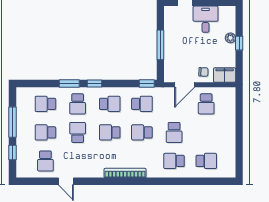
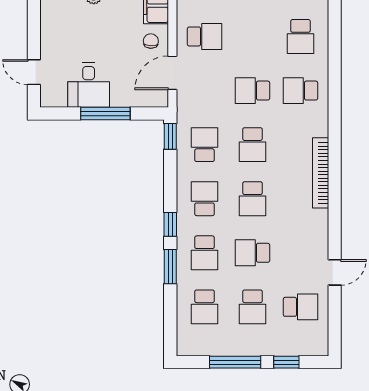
desk: (206, 19) -> (89, 85), moved, turned -90
door: (185, 85) -> (172, 73), swing flipped
school desk: (78, 104) -> (205, 253), turned 90
school desk: (174, 132) -> (252, 91), turned 180
school desk: (174, 161) -> (300, 91), turned 90
school desk: (206, 161) -> (300, 36), turned 180

